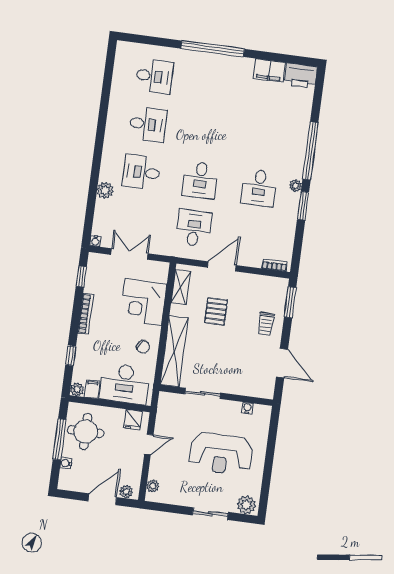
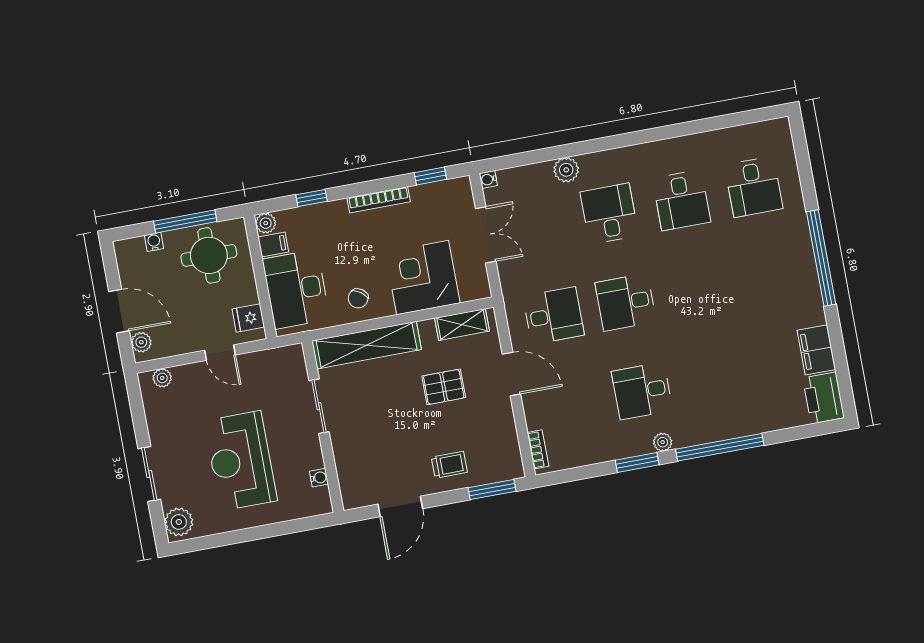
trolley: (266, 324) -> (449, 465), turned 180

